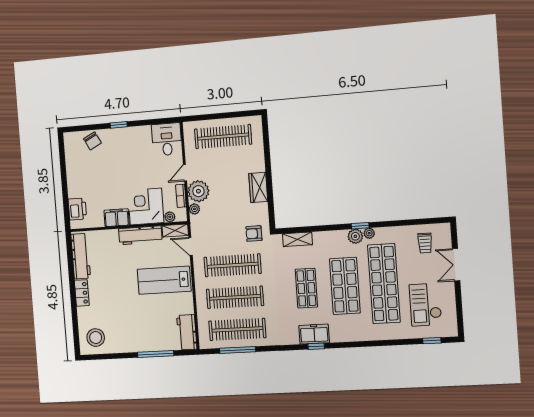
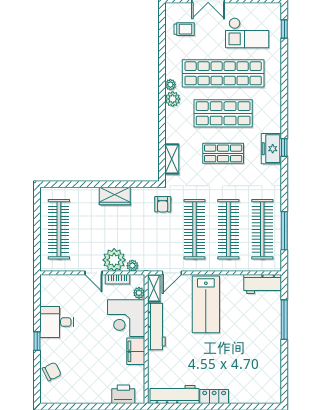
desk: (167, 139) -> (57, 322), moved
window: (360, 226) -> (162, 93), removed
stool: (96, 338) -> (263, 385), removed

